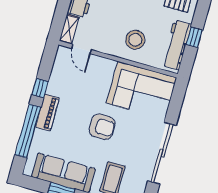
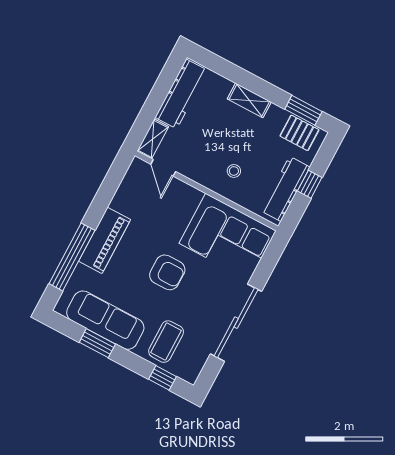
stool: (135, 40) -> (234, 171), width x0.53, depth x0.53
window: (40, 88) -> (99, 206), removed
piano: (47, 112) -> (105, 240), width x1.37, depth x1.33

